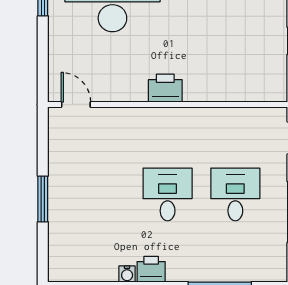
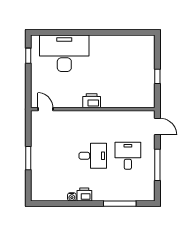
desk: (168, 194) -> (93, 156), turned 90

